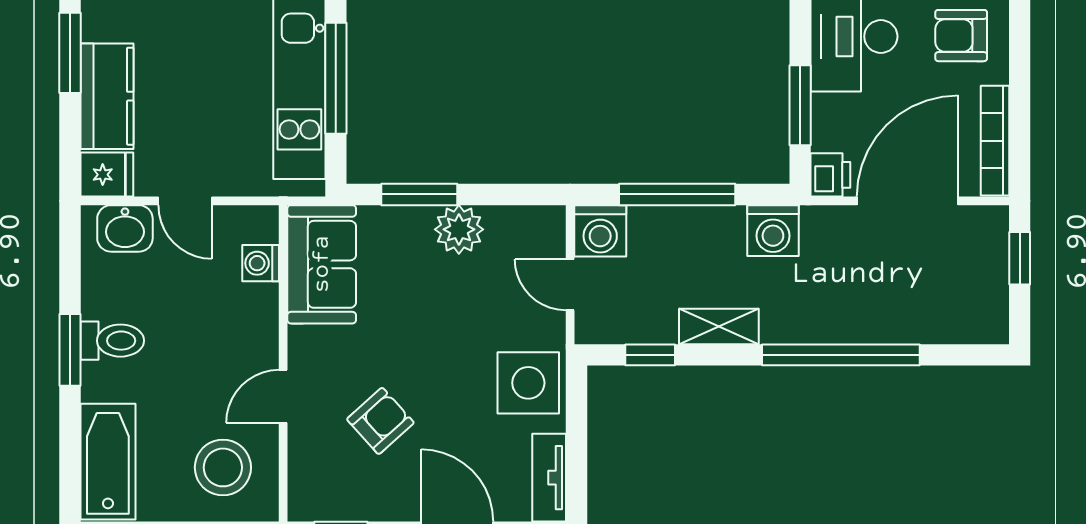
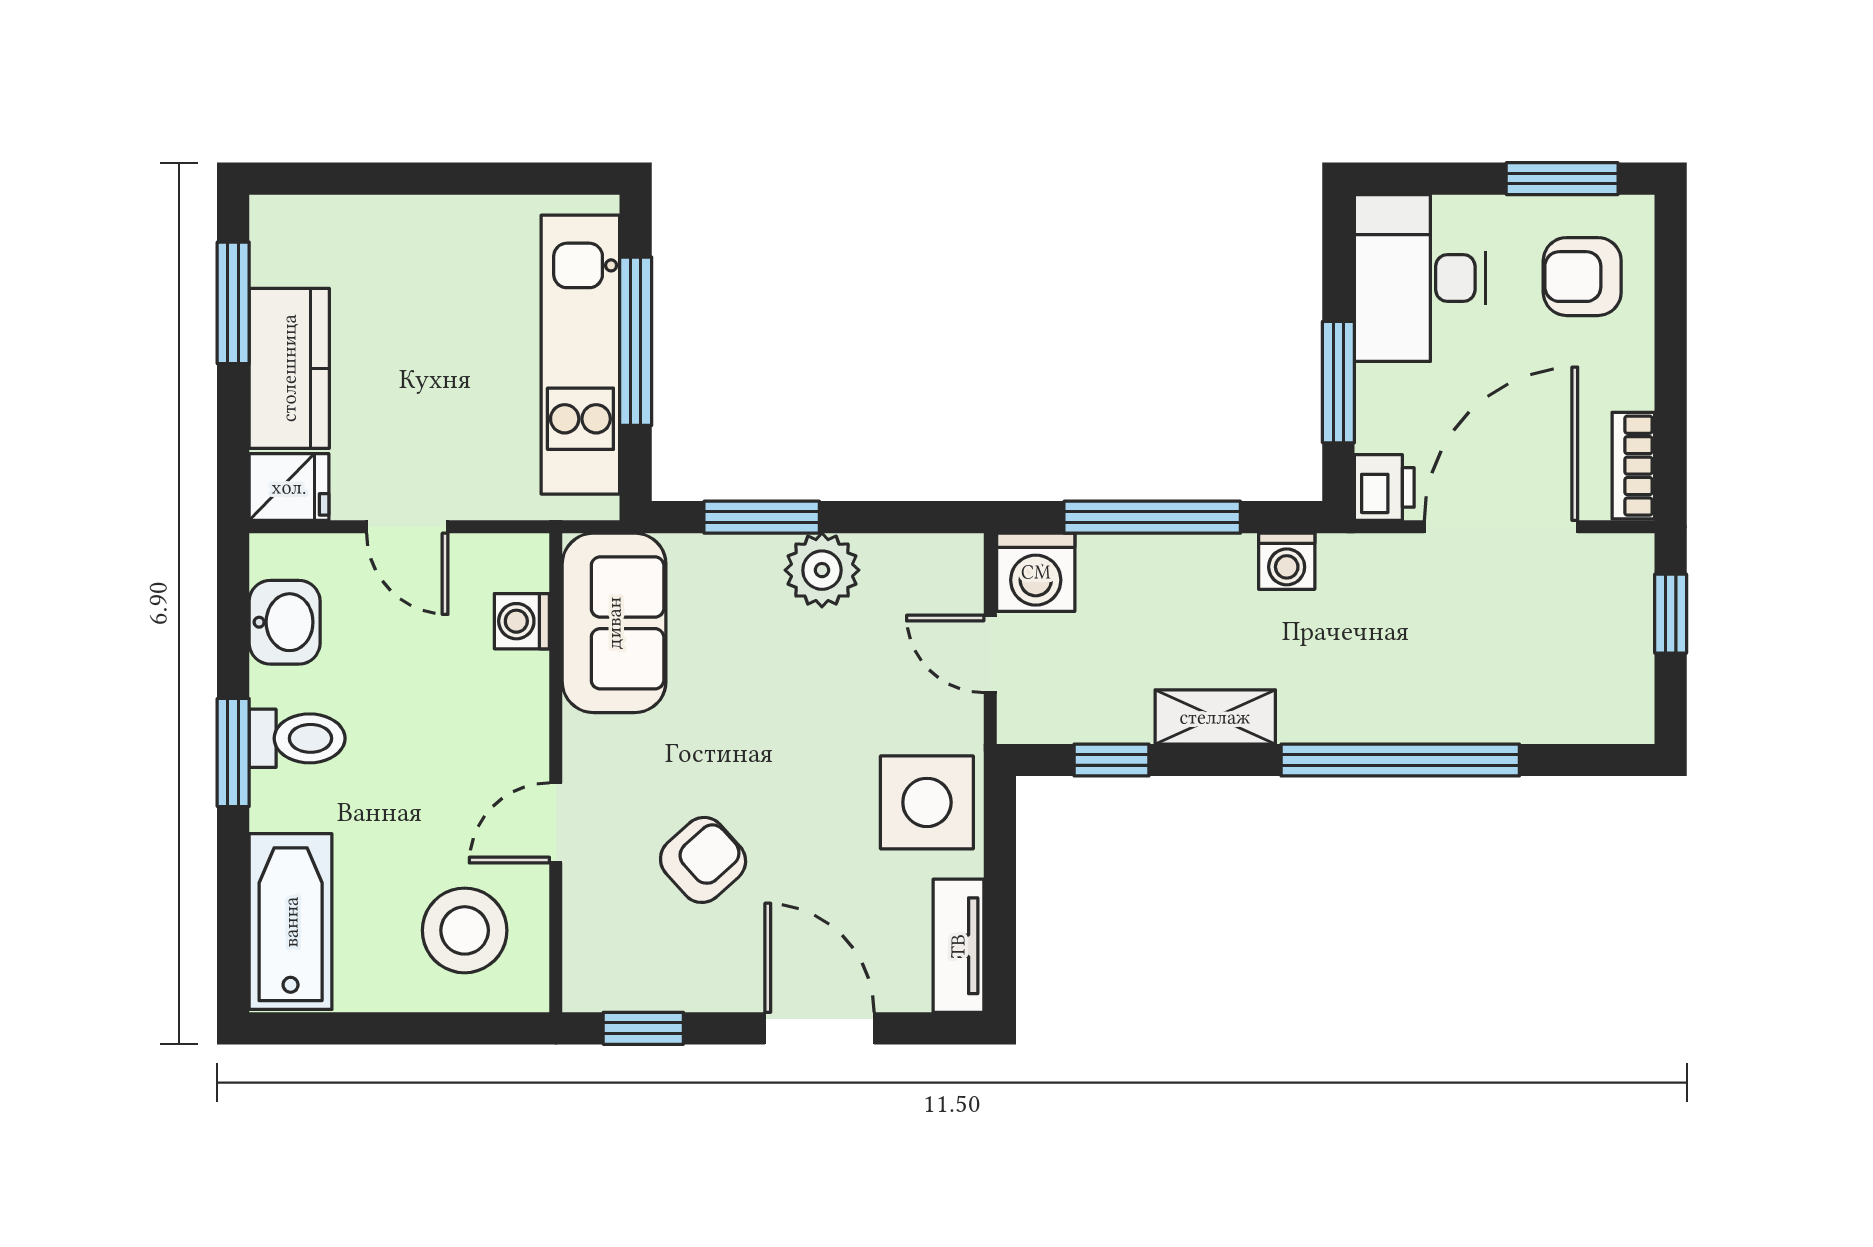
bookcase: (995, 141) -> (1633, 466), width x0.64
washbasin: (125, 228) -> (285, 622), moved, turned -90
washing machine: (773, 231) -> (1287, 561), width x0.73, depth x0.73

